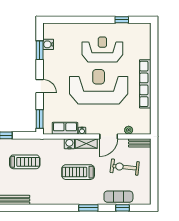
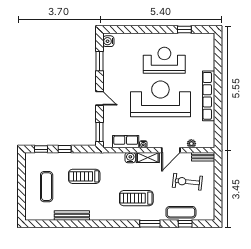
water cooler: (48, 44) -> (108, 41), moved
treadmill: (25, 162) -> (84, 176), turned 180
treadmill: (78, 172) -> (136, 198), moved

